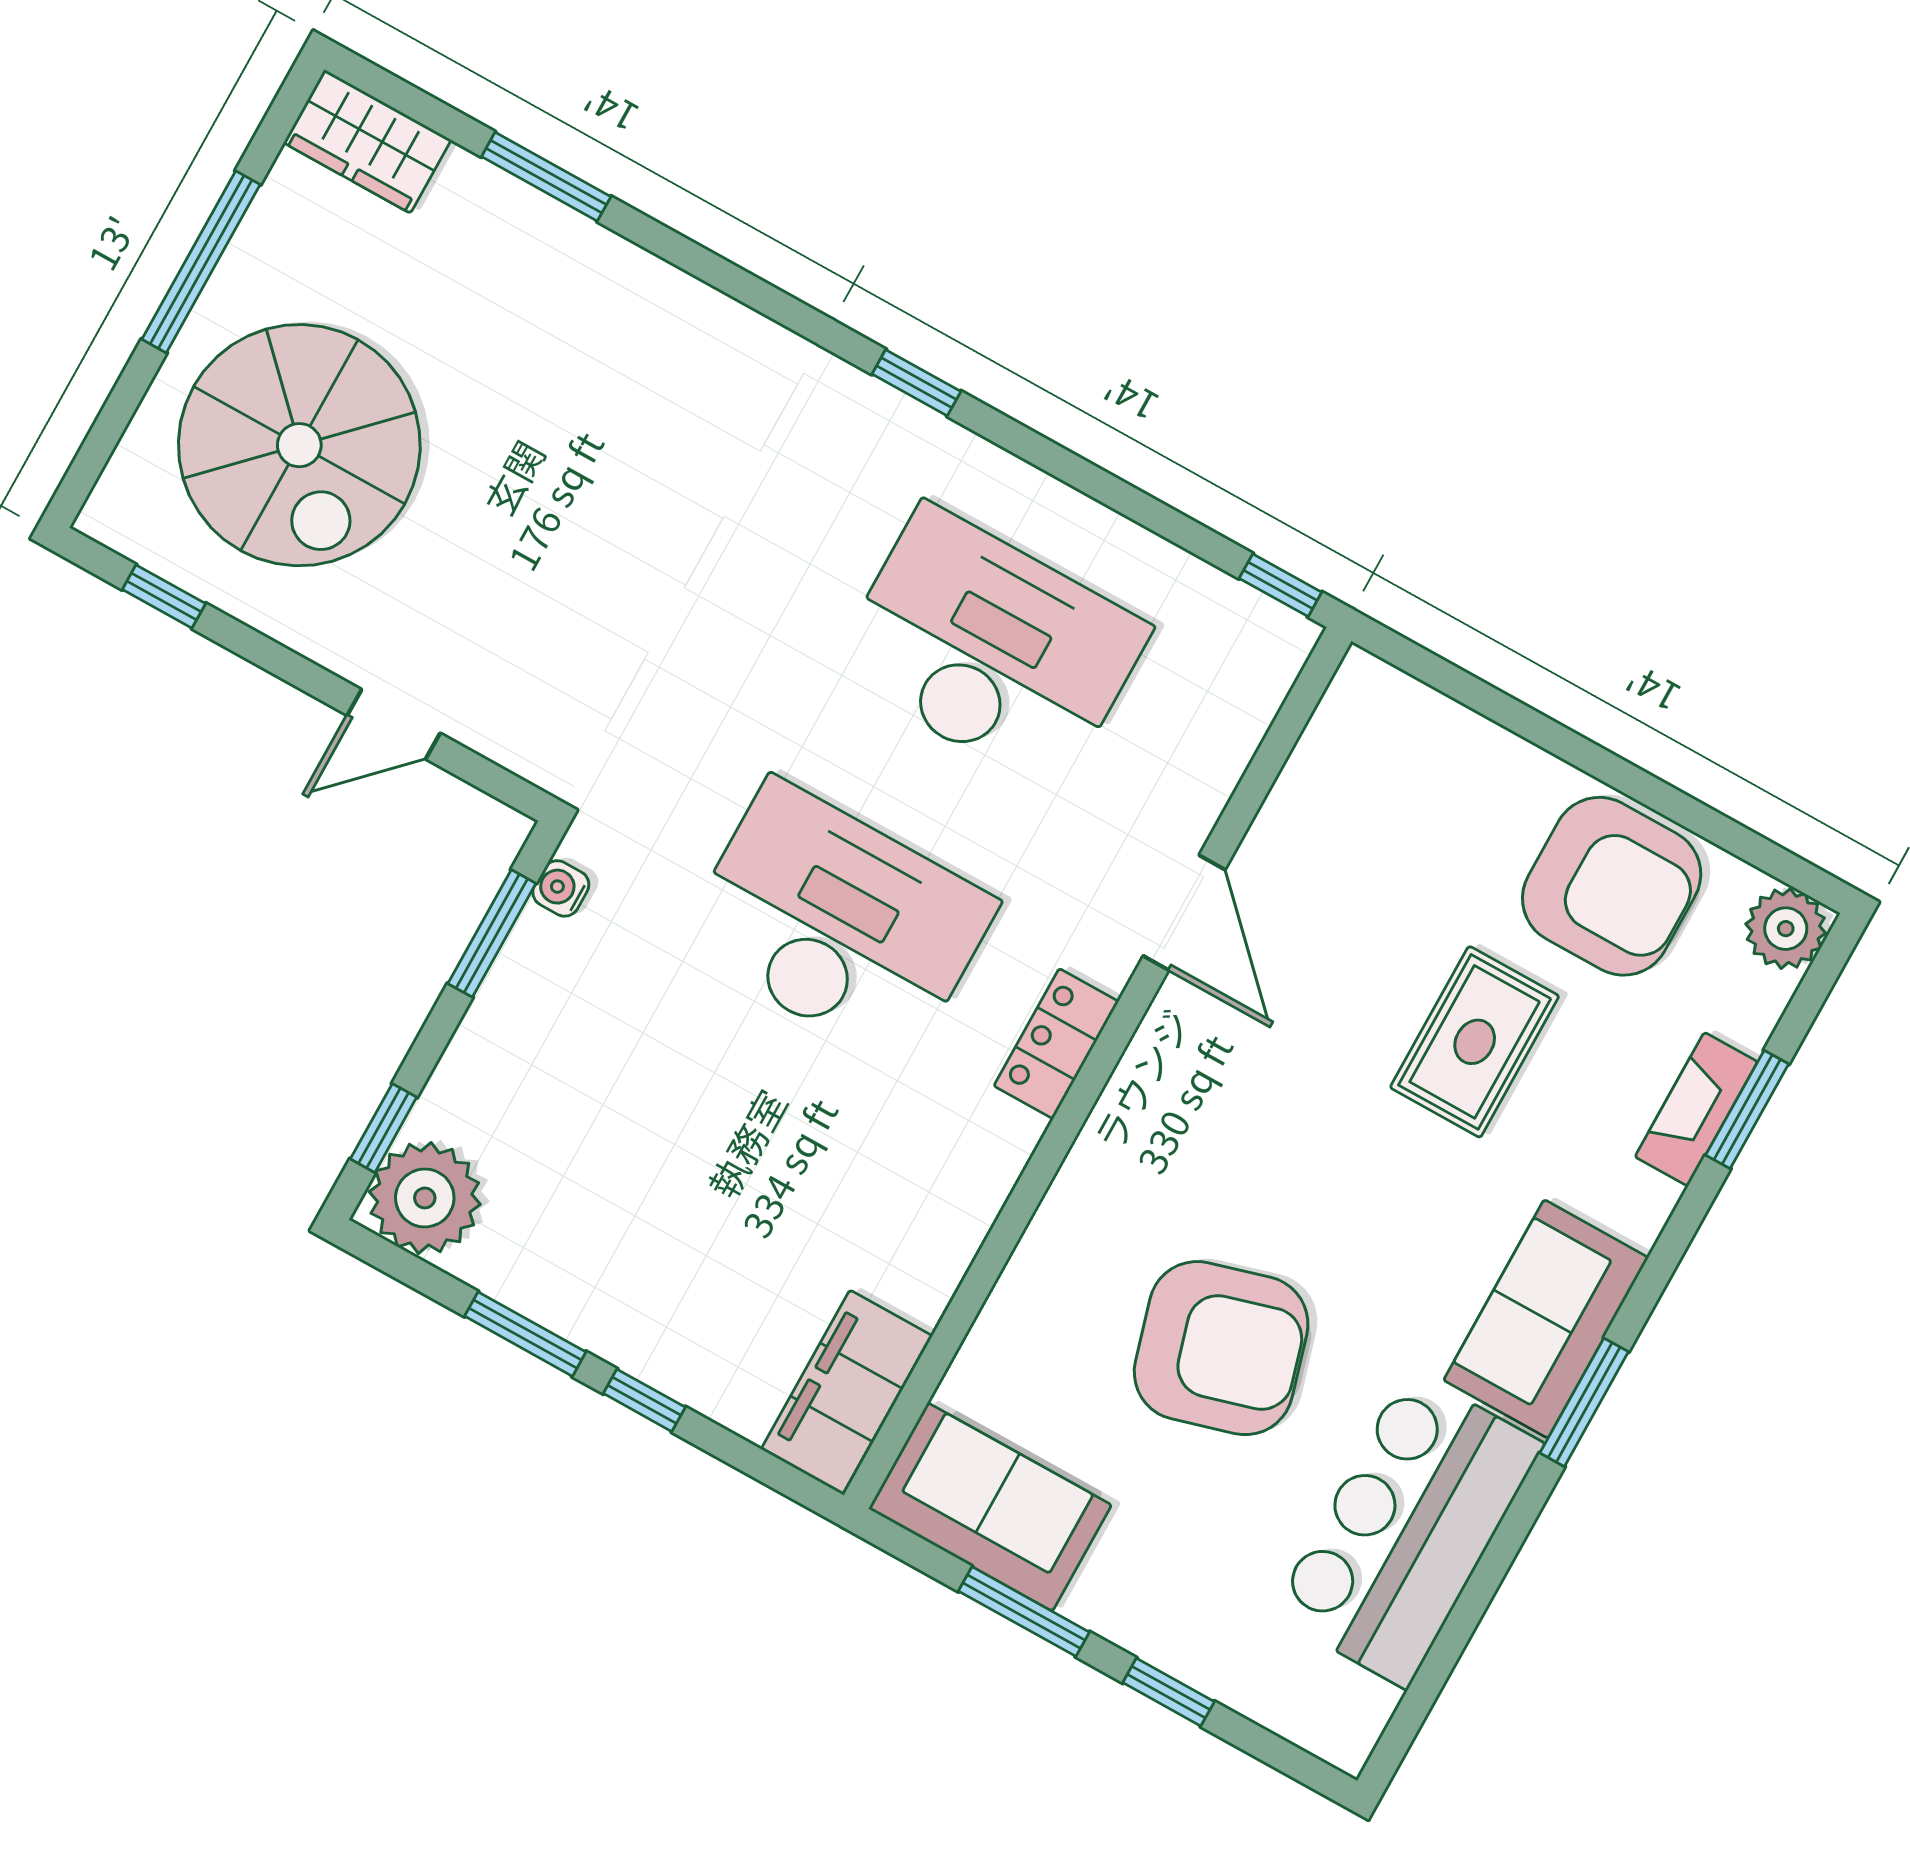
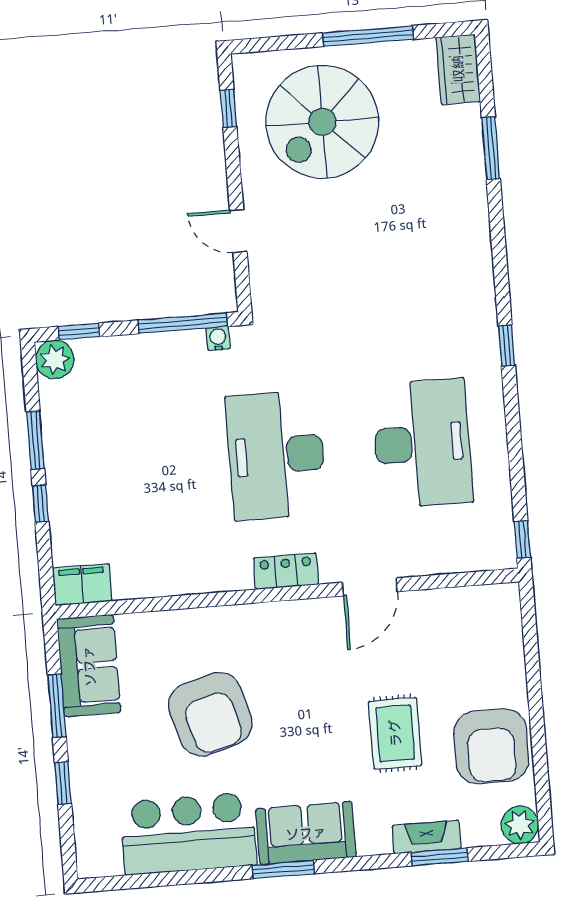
desk: (838, 923) -> (276, 455), turned 180
window: (492, 933) -> (182, 323), width x1.44
rug: (1475, 1042) -> (395, 733), turned 90
plant: (425, 1198) -> (55, 359), width x0.73, depth x0.73
filing cabinet: (847, 1393) -> (82, 585), width x0.67, depth x0.86

